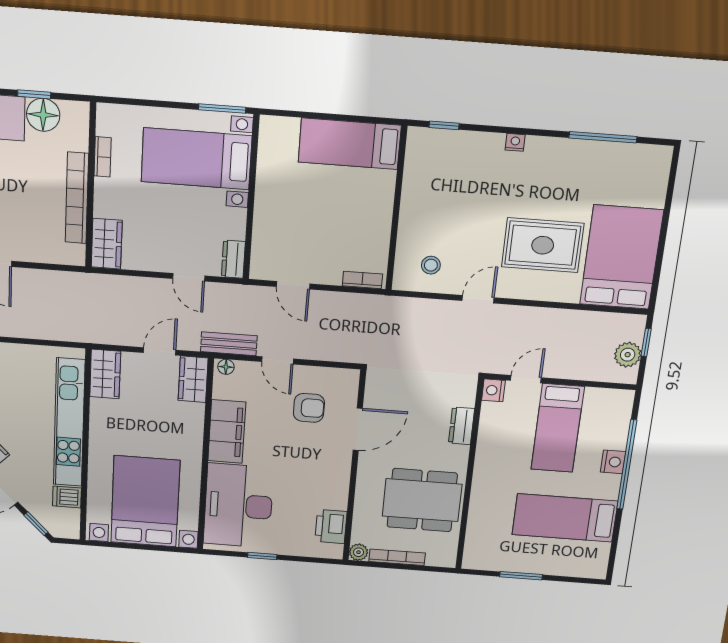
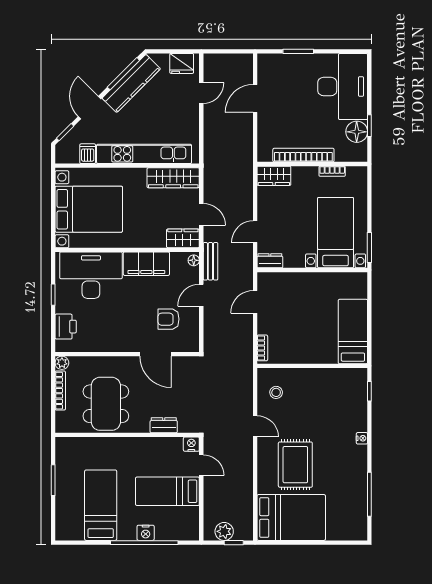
wardrobe: (105, 374) -> (173, 178), width x1.50
armchair: (309, 408) -> (168, 319), turned 90
printer: (331, 527) -> (66, 327), moved, turned 90

